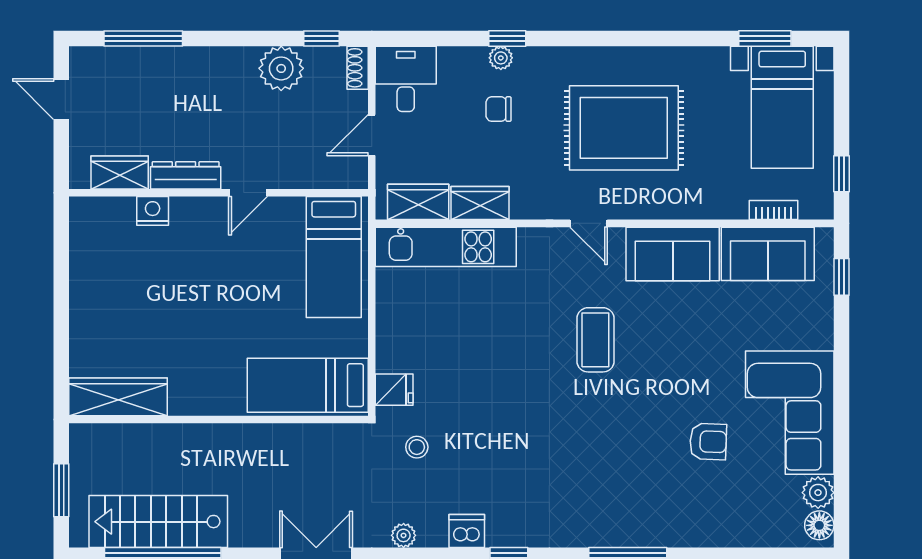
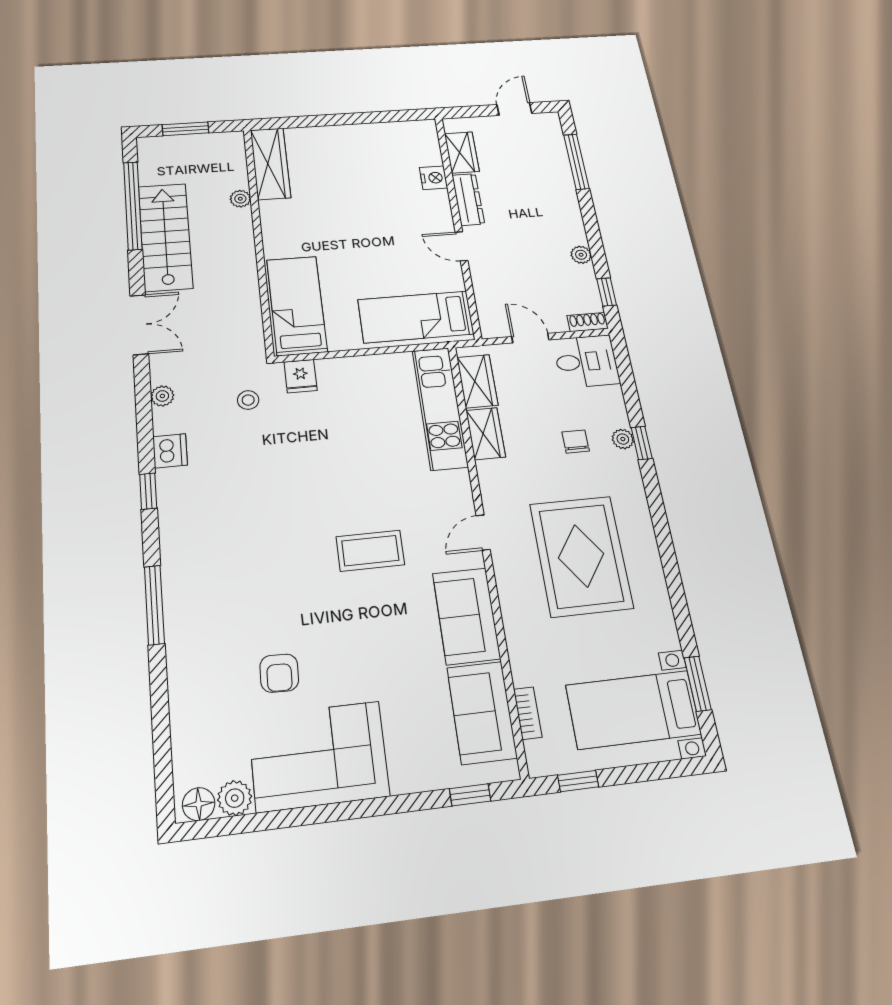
plant: (281, 68) -> (581, 255), width x0.53, depth x0.53
plant: (164, 435) -> (240, 199), added
stairs: (158, 522) -> (165, 237), moved

